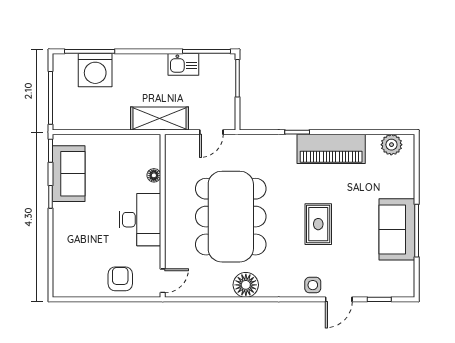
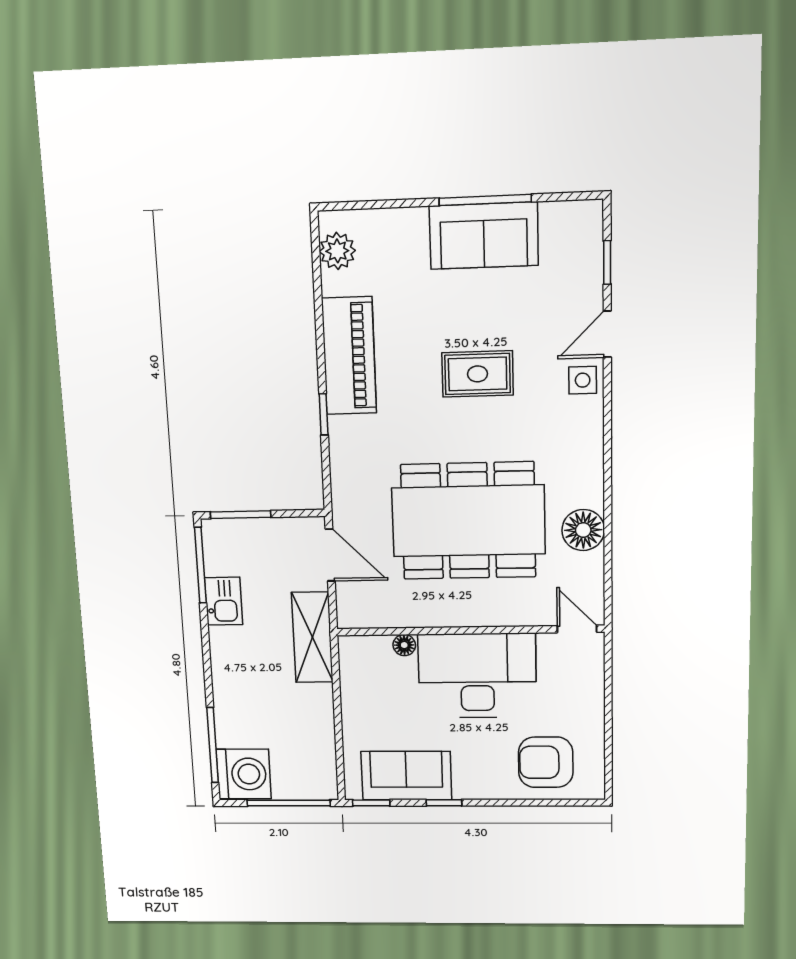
washing machine: (95, 70) -> (244, 774), moved
door: (211, 132) -> (330, 555), width x1.37
desk: (140, 220) -> (477, 676), width x1.36, depth x1.30
armchair: (120, 279) -> (546, 762), moved, width x1.38, depth x1.38
floor lamp: (246, 285) -> (583, 530), moved
door: (339, 299) -> (607, 334), swing flipped

